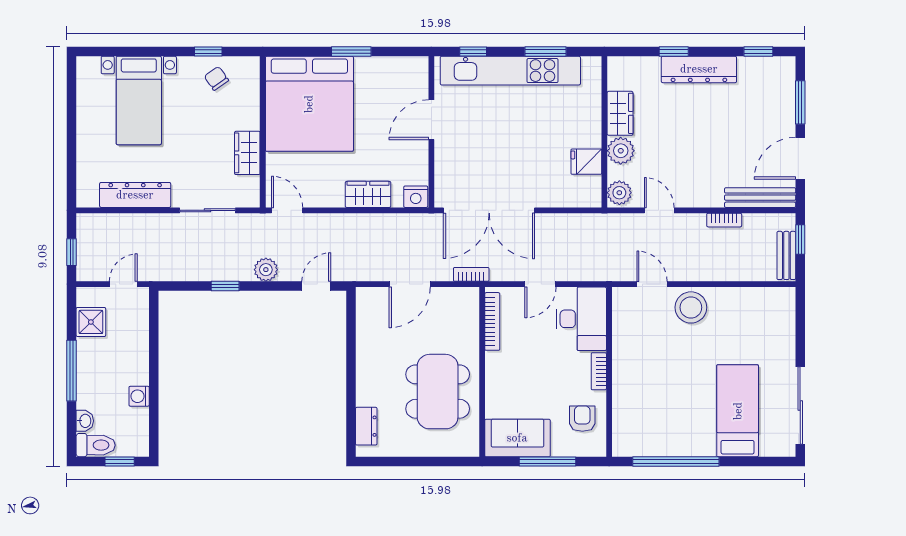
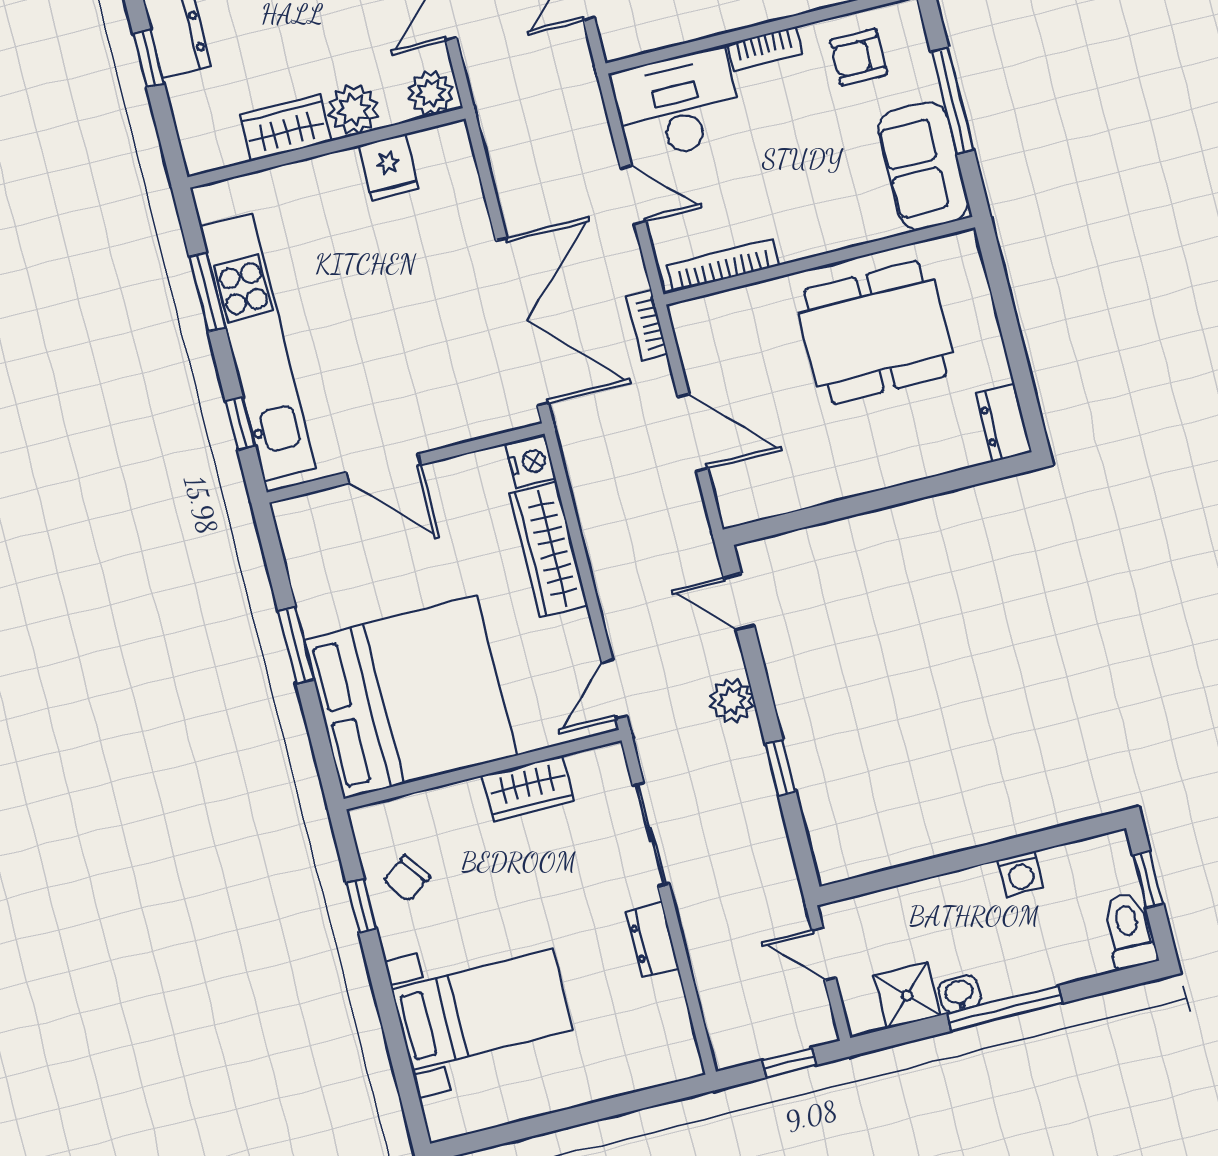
wardrobe: (368, 194) -> (548, 549), width x1.50
dresser: (135, 195) -> (652, 940), width x0.51, depth x0.80
washbasin: (85, 421) -> (959, 994), moved
dresser: (366, 426) -> (1004, 423), moved, turned -90

